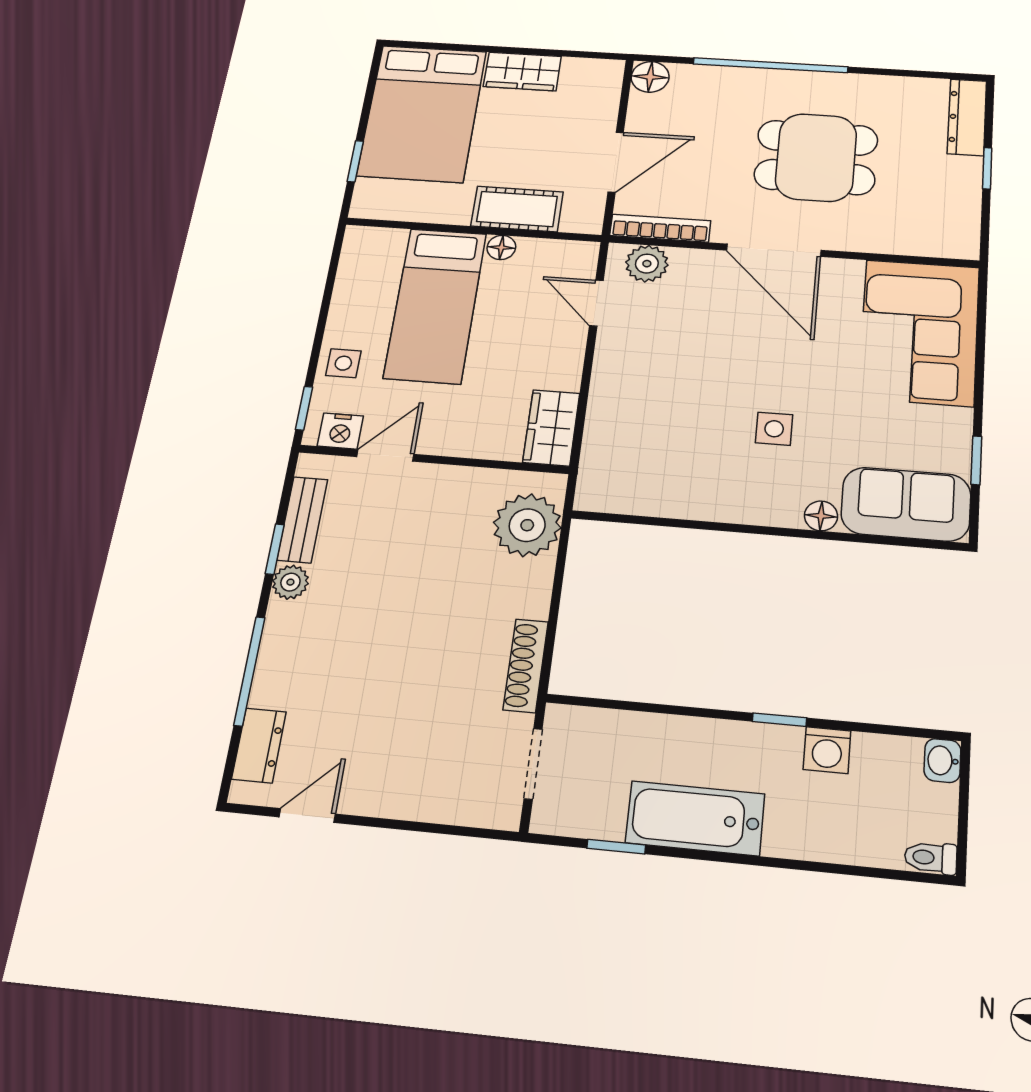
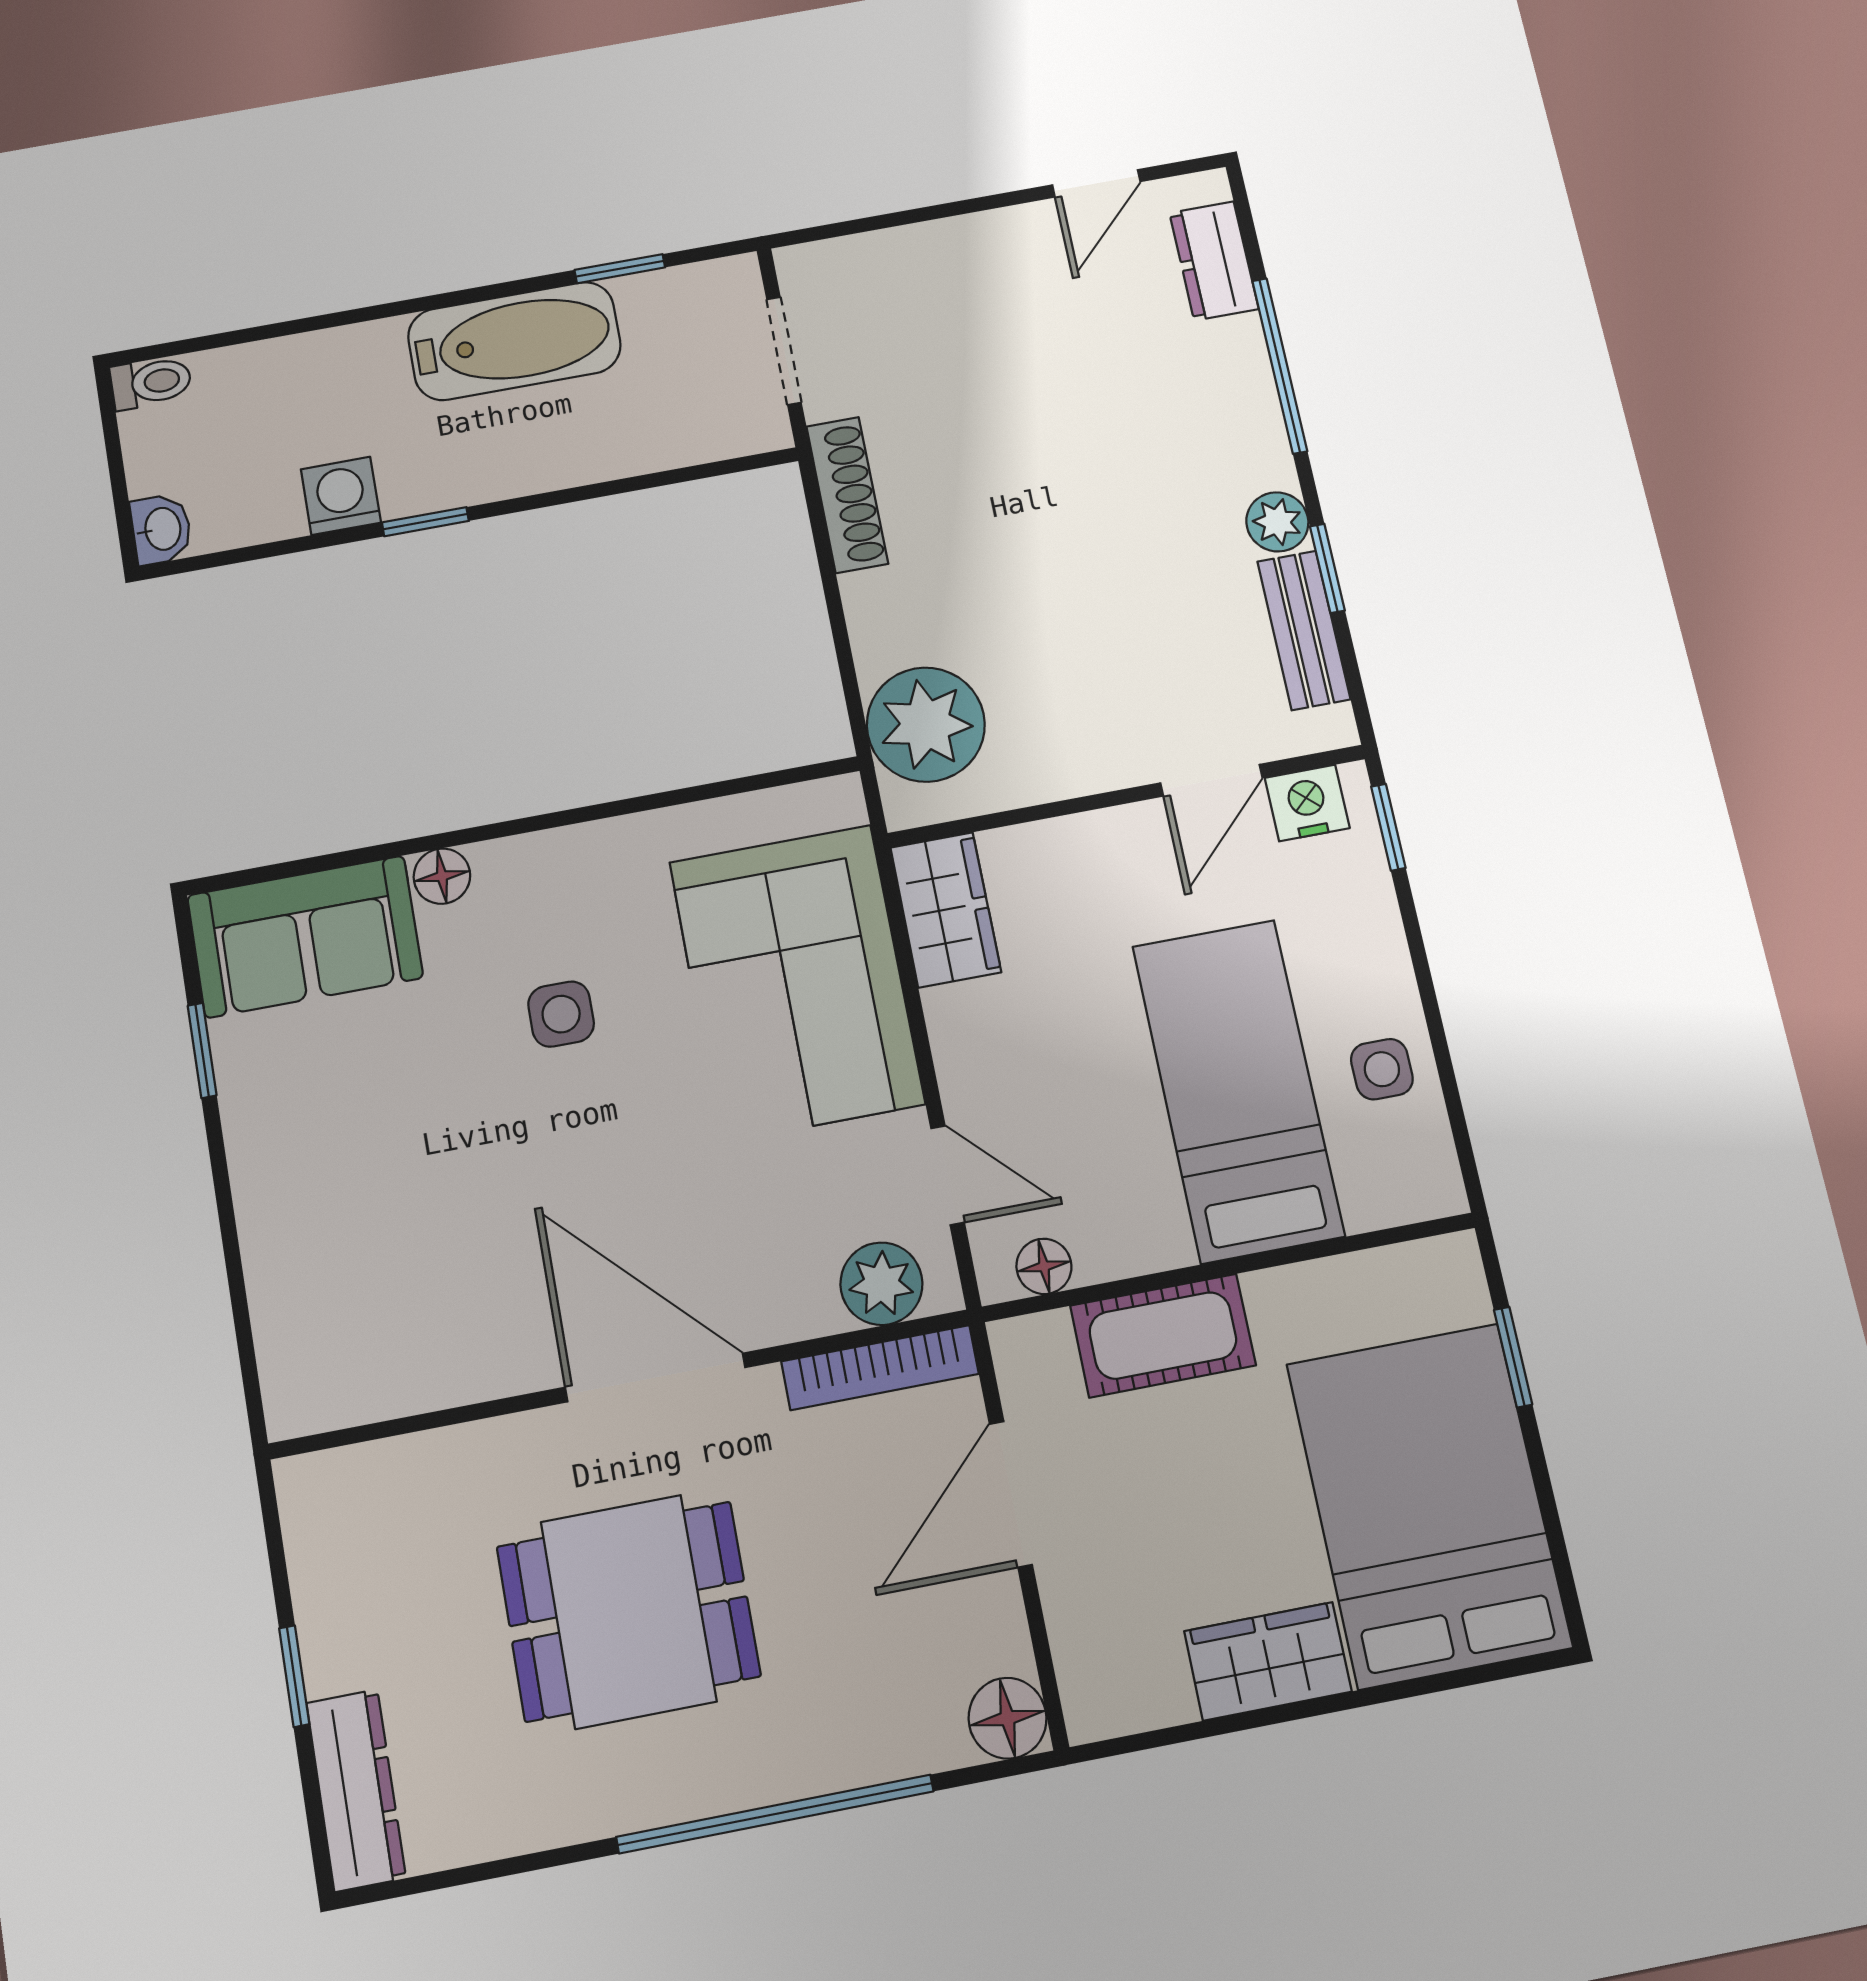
floor lamp: (501, 247) -> (1044, 1266), moved
corner sofa: (919, 332) -> (796, 982), moved, turned 180
side table: (343, 363) -> (1382, 1069), moved

